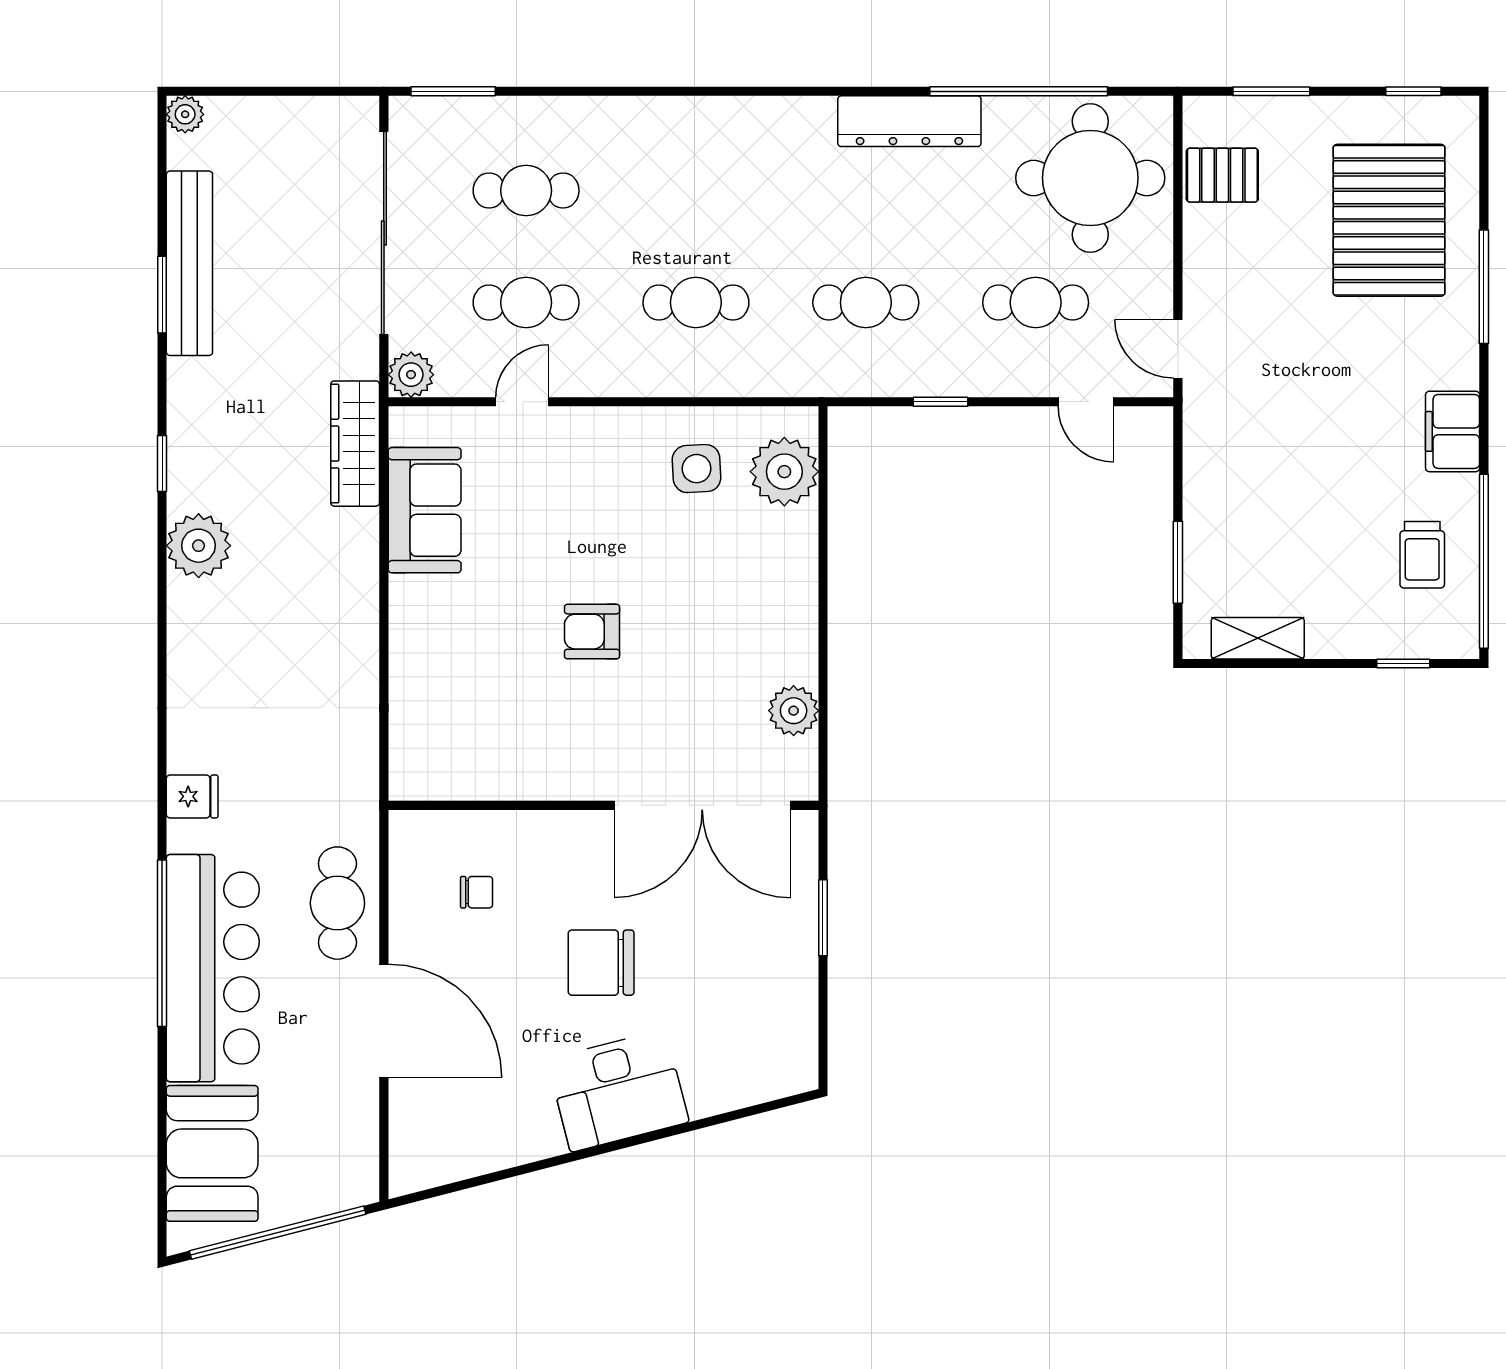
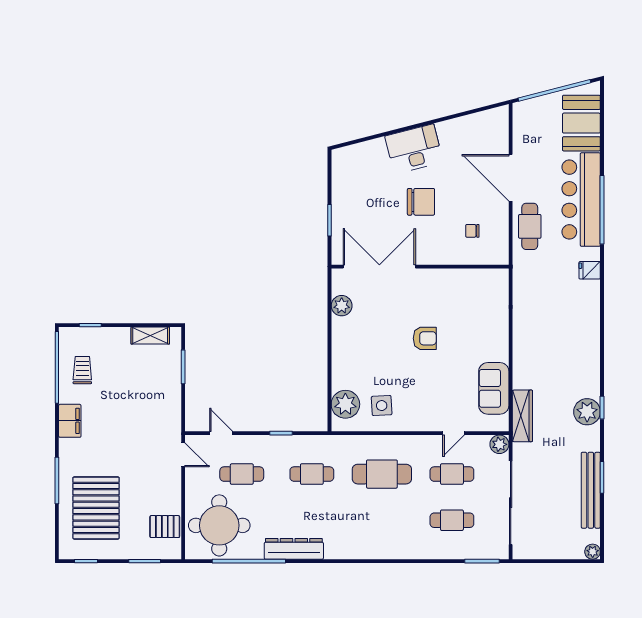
cafe table: (696, 303) -> (382, 474), width x1.37, depth x1.35
plant: (199, 546) -> (587, 412), moved

